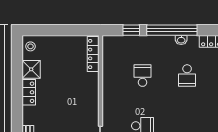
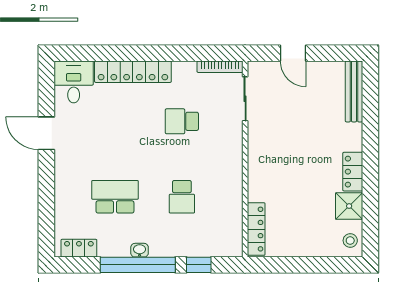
washbasin: (181, 40) -> (140, 250), moved
school desk: (187, 76) -> (115, 197), width x1.85

